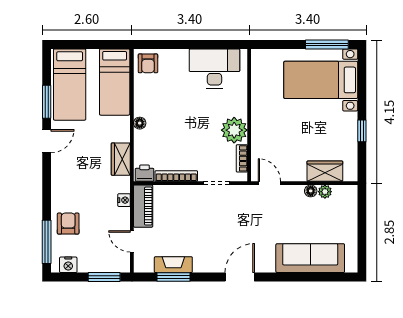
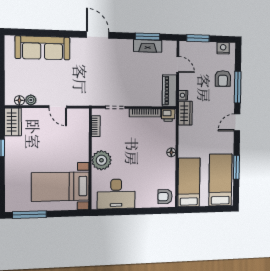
armchair: (148, 63) -> (165, 197), turned -90
bed with nightstands: (321, 80) -> (60, 187), moved, turned 180
plant: (234, 130) -> (101, 160), moved
door: (47, 141) -> (237, 122), moved
wardrobe: (121, 159) -> (185, 113), moved
wardrobe: (325, 171) -> (13, 122), moved, turned -90
door: (269, 183) -> (58, 107), moved
floor lamp: (311, 191) -> (19, 100), moved
window: (47, 242) -> (238, 87), moved
door: (240, 277) -> (98, 35), swing flipped

